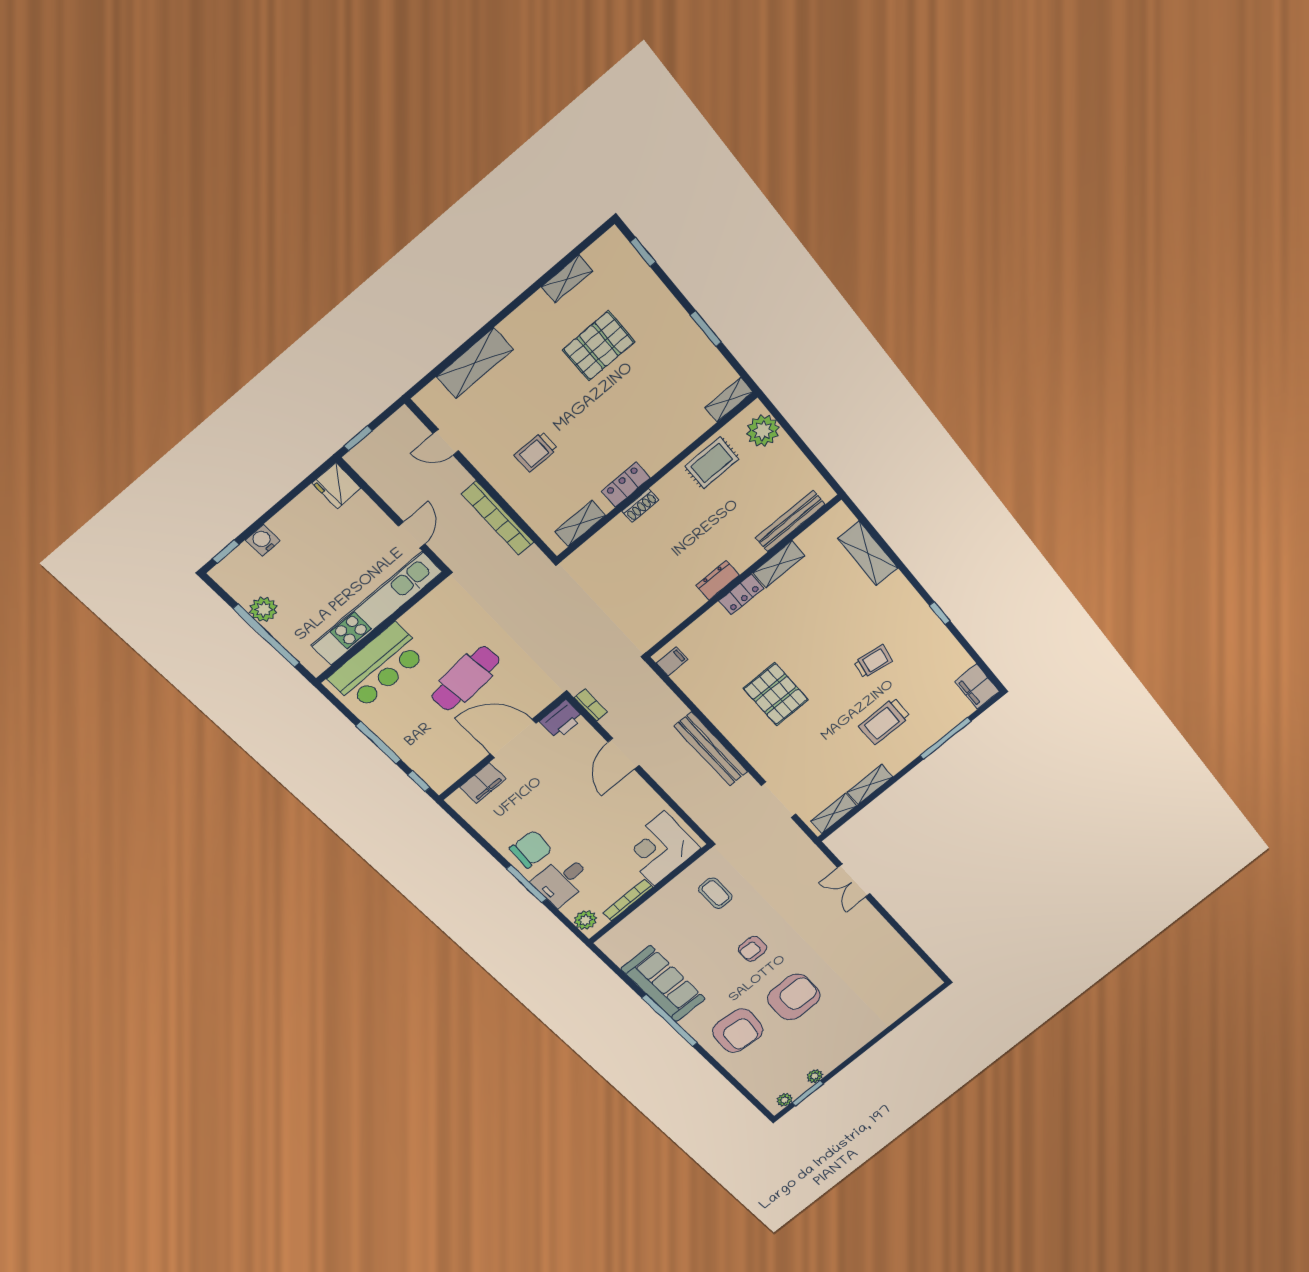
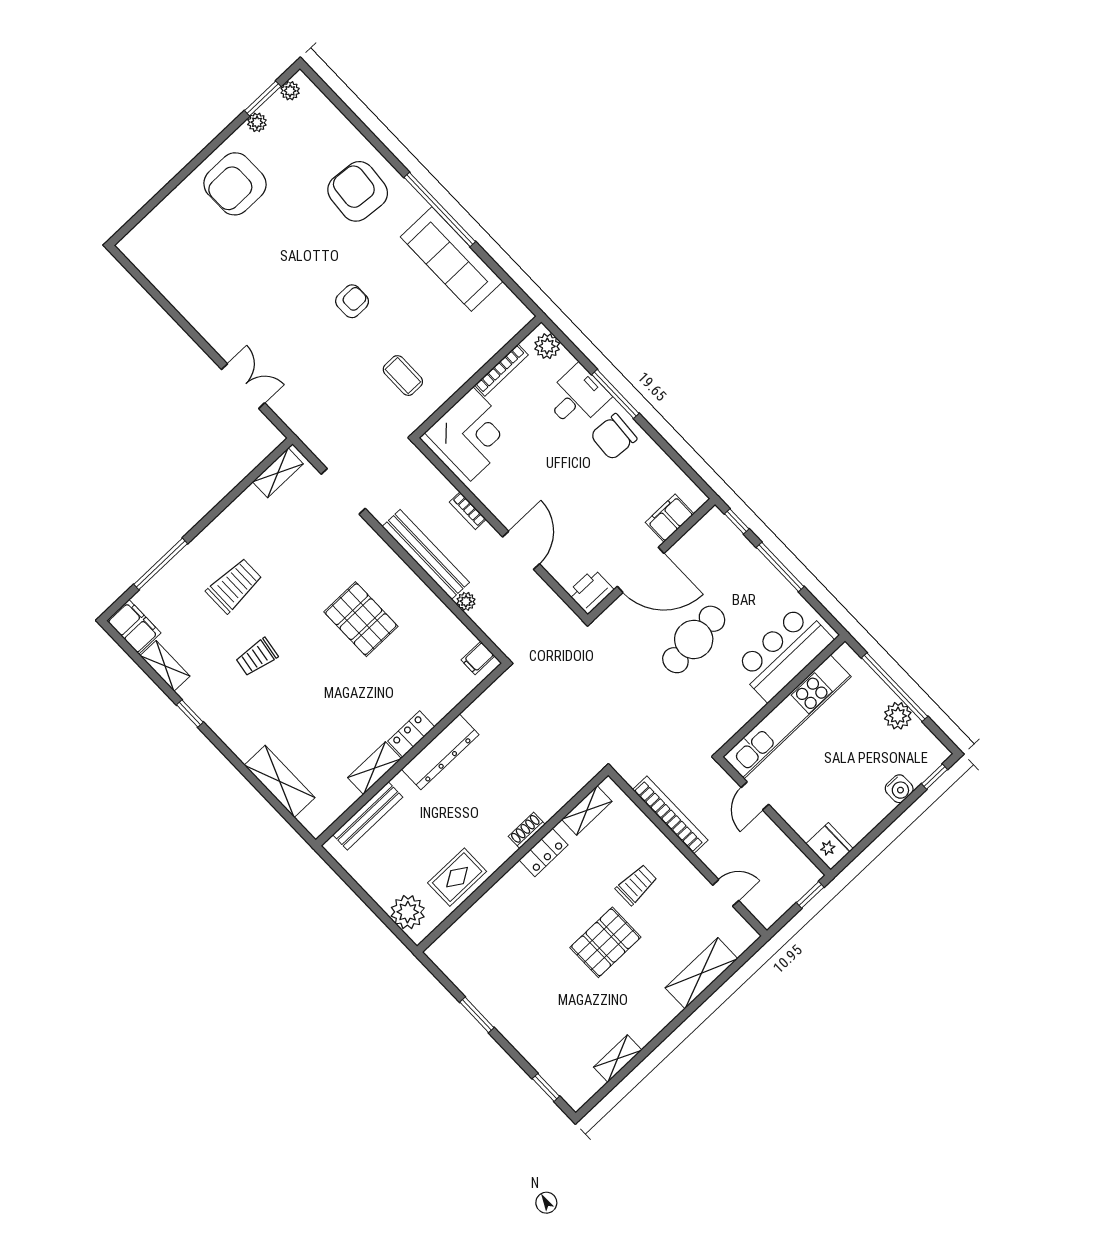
pallet: (599, 346) -> (605, 942), moved
shelving: (729, 400) -> (446, 944), removed
dresser: (718, 580) -> (440, 752), width x1.96, depth x1.24
bookcase: (591, 705) -> (468, 511), moved
plant: (678, 710) -> (466, 601), added
shelving: (870, 785) -> (165, 666), moved, turned 90
armchair: (794, 997) -> (235, 184), moved

